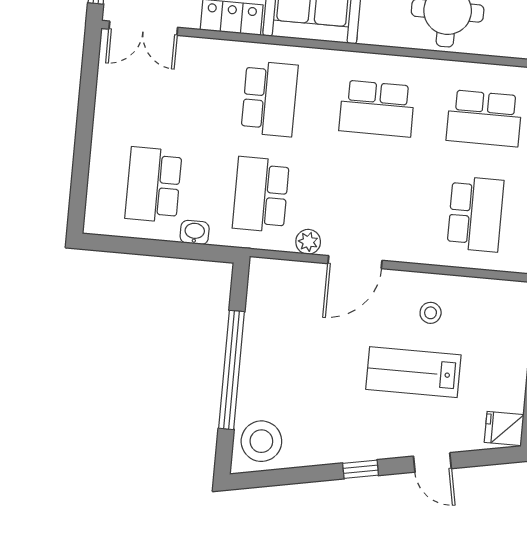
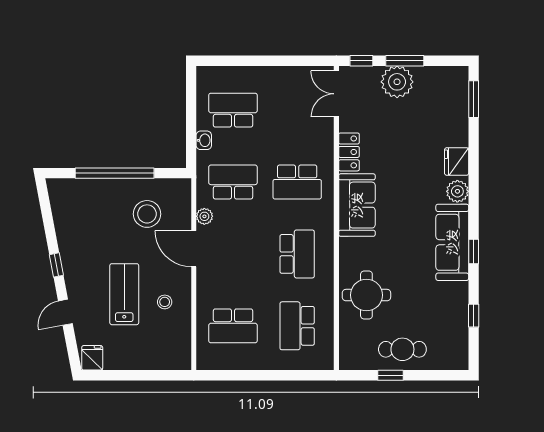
school desk: (377, 109) -> (297, 254), turned 180
stool: (261, 441) -> (147, 214), moved

